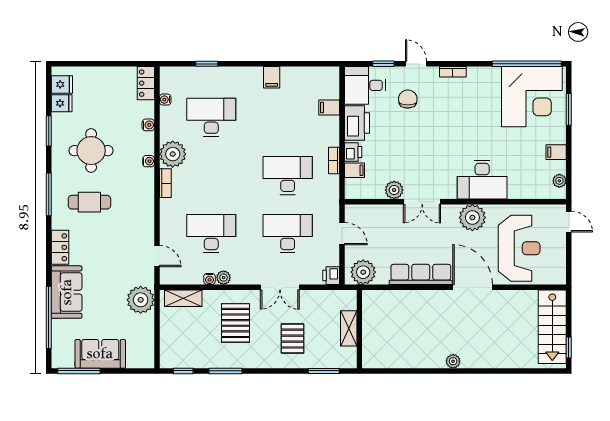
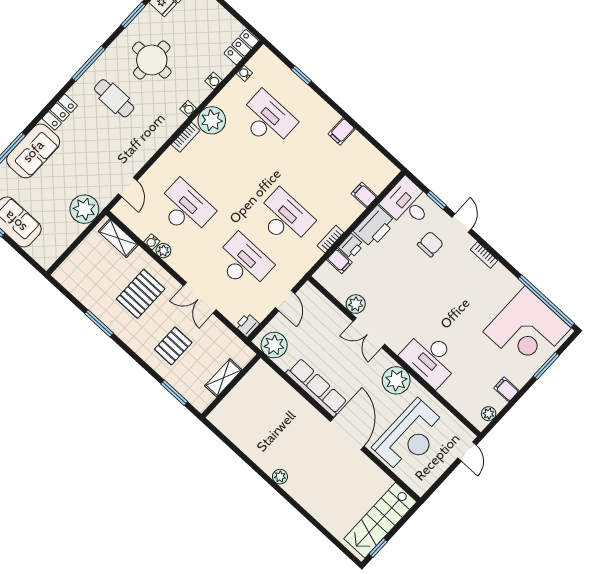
window: (183, 371) -> (67, 294), removed

